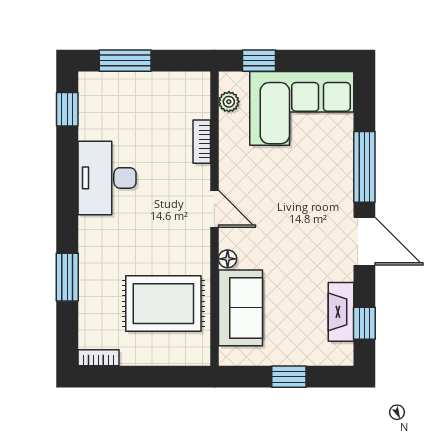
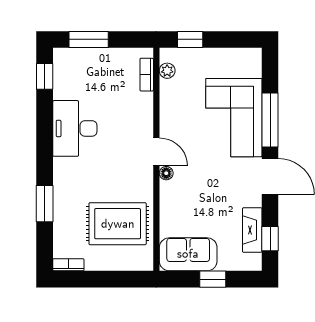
corner sofa: (302, 108) -> (234, 118), moved, turned 90
bookcase: (202, 142) -> (147, 75), moved
floor lamp: (228, 259) -> (166, 173), moved
sofa: (240, 308) -> (188, 254), moved, turned -90

